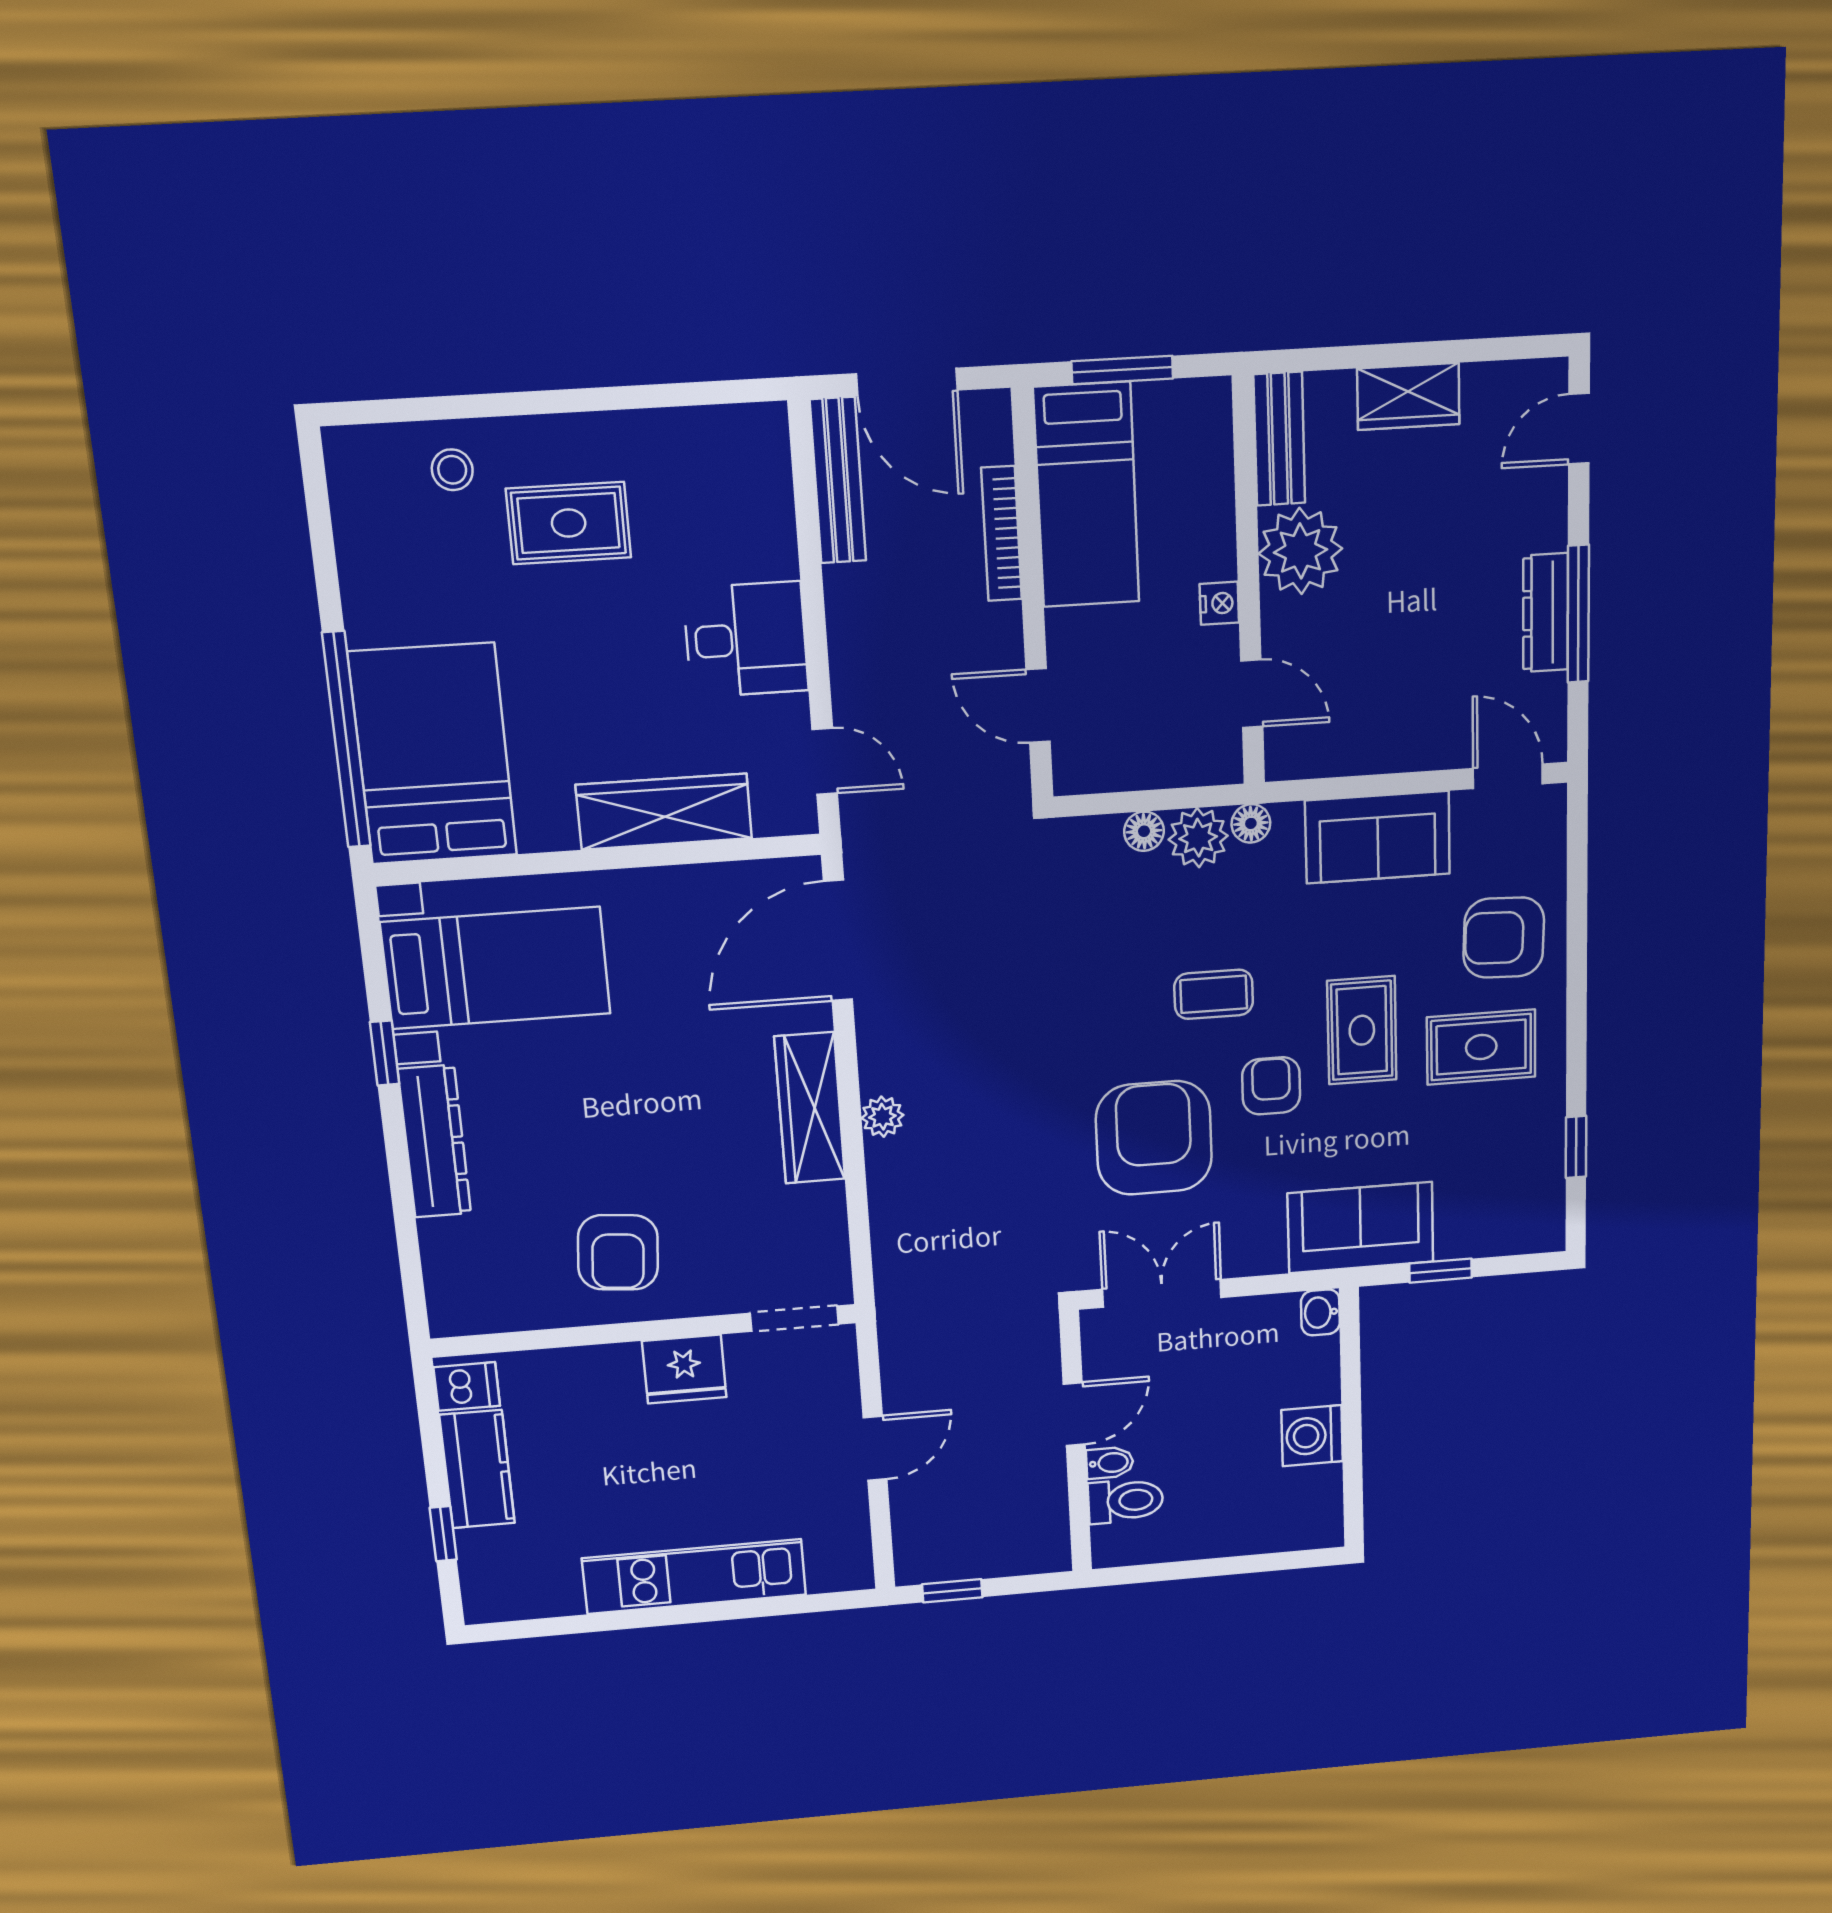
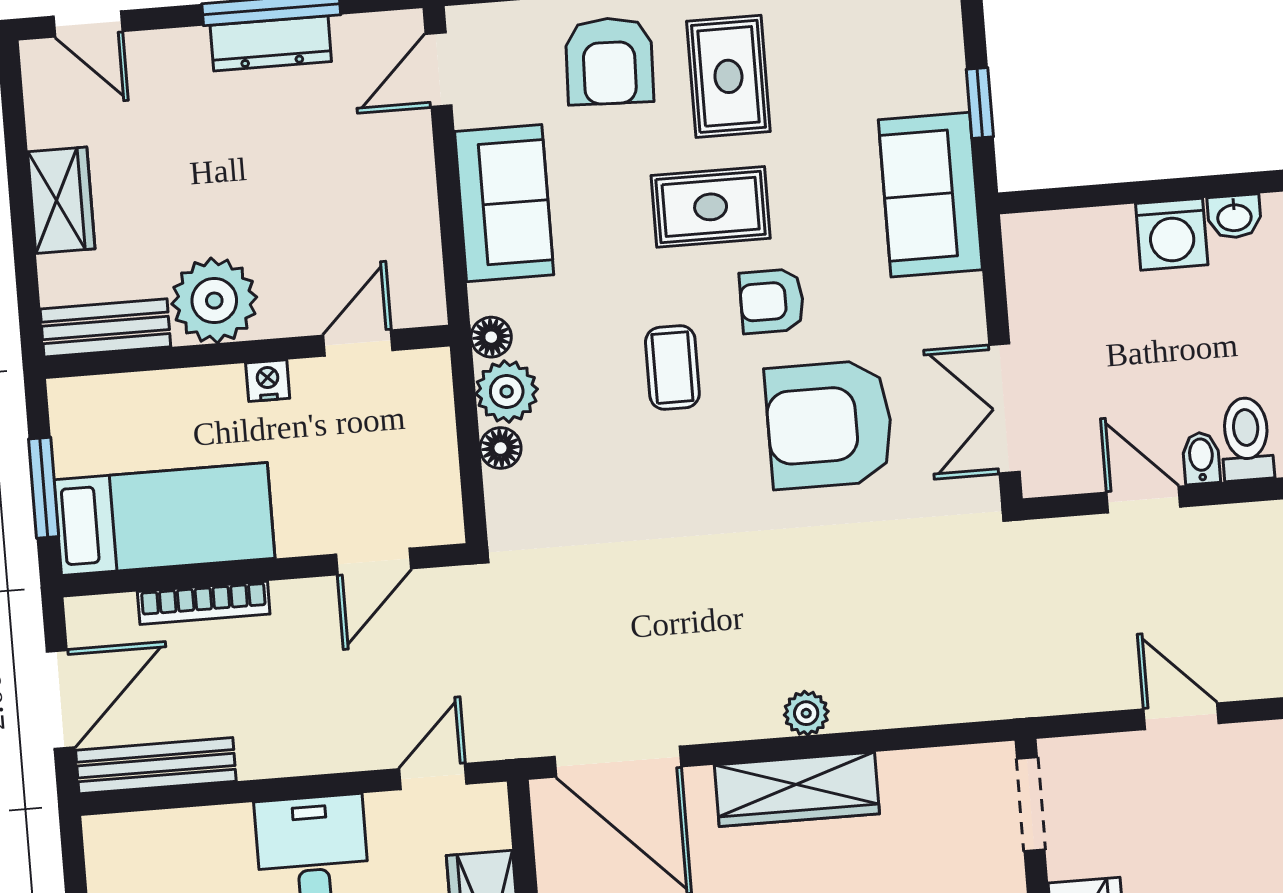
washbasin: (1320, 1312) -> (1234, 216), moved

